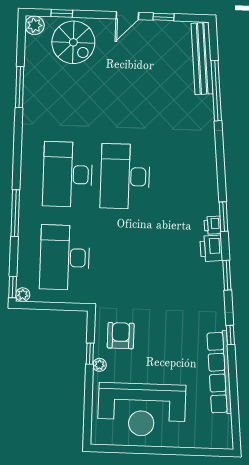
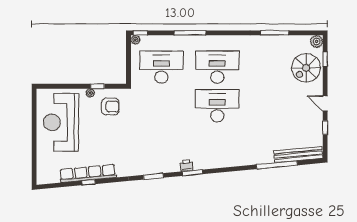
printer: (211, 248) -> (171, 165), removed
window: (230, 335) -> (88, 182), moved

